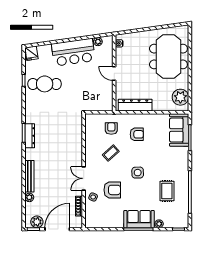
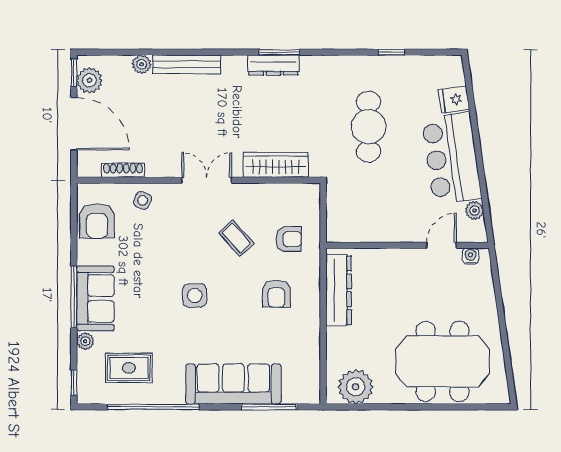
fridge: (32, 53) -> (454, 100), moved
door: (114, 74) -> (442, 245), moved
cafe table: (45, 84) -> (368, 127), moved
sofa: (179, 130) -> (233, 384), moved, width x1.36
wardrobe: (77, 135) -> (276, 165), added
double door: (84, 178) -> (207, 180), moved
armchair: (112, 190) -> (97, 221), moved
rug: (167, 191) -> (129, 368), moved

